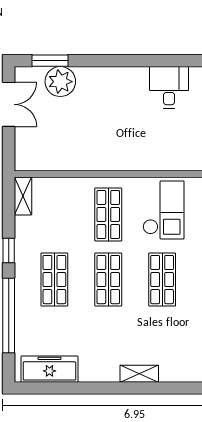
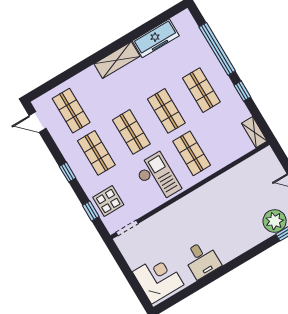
checkout: (164, 210) -> (158, 178), turned 180
freezer: (49, 369) -> (156, 38), moved
shelving: (139, 374) -> (117, 60), width x1.50, depth x1.33

